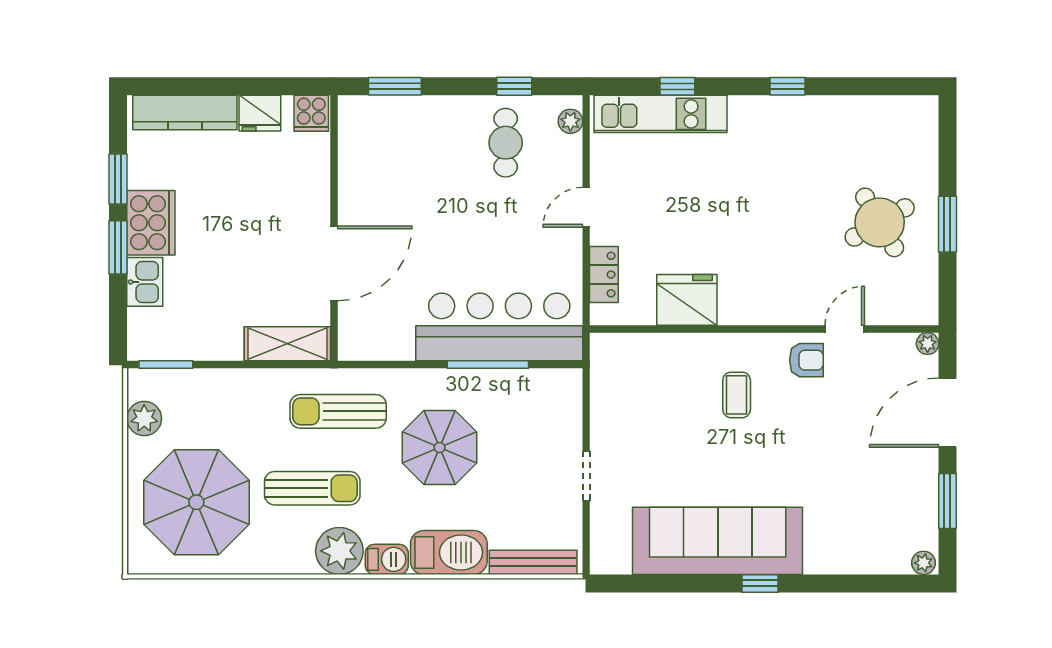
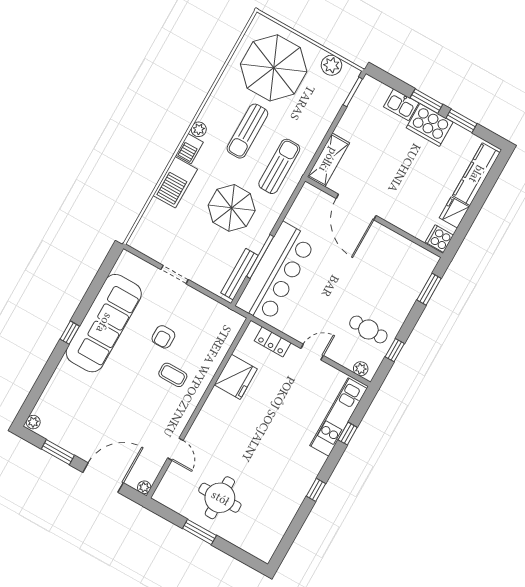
door: (586, 207) -> (312, 352), hinge flipped
round table: (880, 222) -> (220, 498), turned 30
armchair: (806, 360) -> (163, 337), moved
door: (947, 413) -> (103, 478), hinge flipped
plant: (339, 551) -> (199, 129), width x0.53, depth x0.53
bench: (533, 562) -> (239, 274), moved

